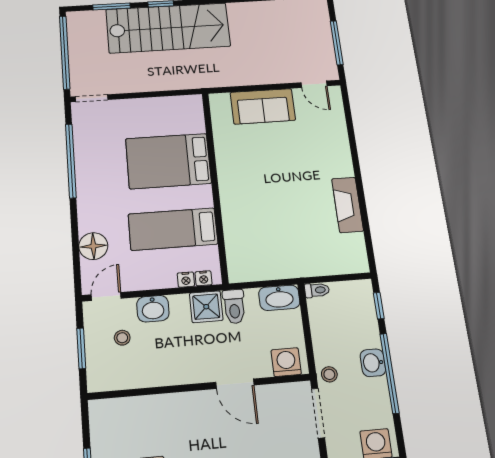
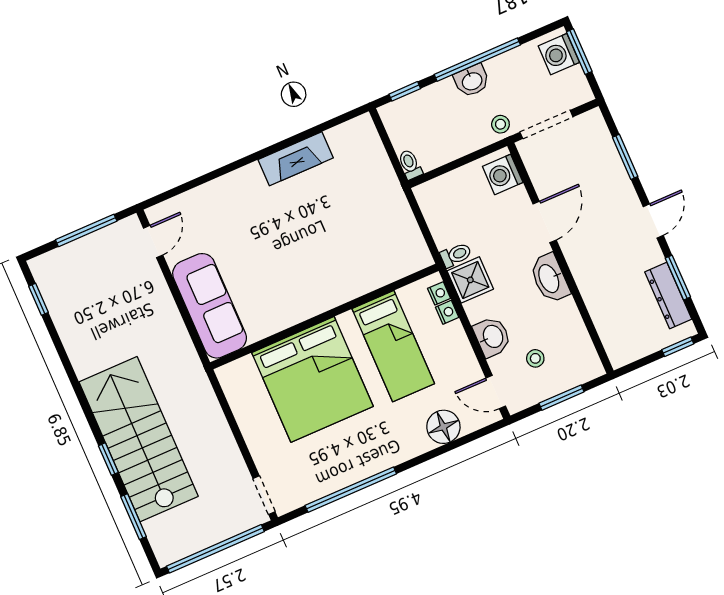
sofa: (263, 106) -> (210, 306), width x1.36
bed: (168, 161) -> (312, 379), width x1.36
washbasin: (279, 298) -> (550, 278), moved, turned 180
toilet: (234, 306) -> (456, 255), width x0.73, depth x0.72

